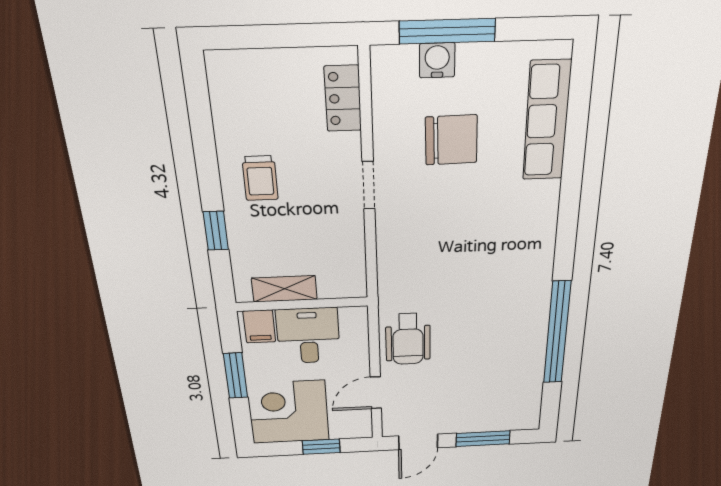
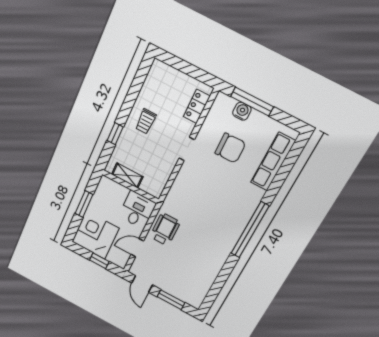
filing cabinet: (259, 326) -> (107, 187), removed
window: (557, 333) -> (250, 230), moved
desk: (308, 336) -> (137, 210), moved
wheelchair: (408, 339) -> (165, 229), turned 180
door: (418, 442) -> (142, 284), hinge flipped

